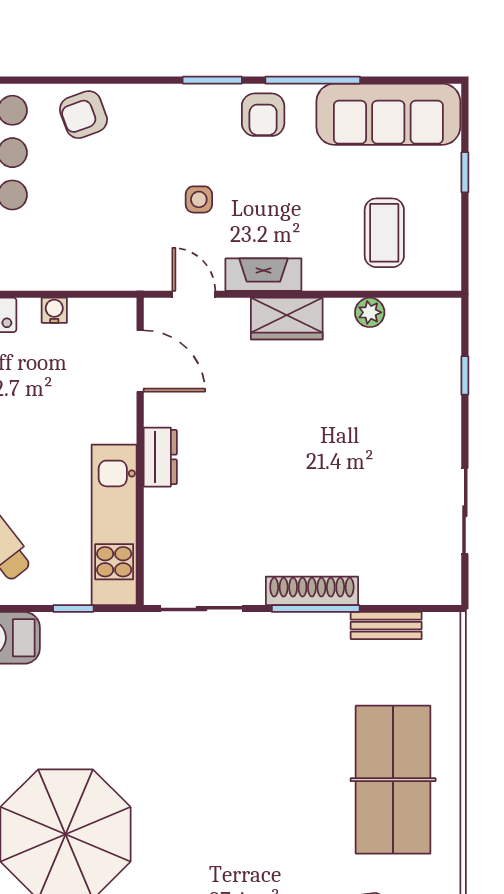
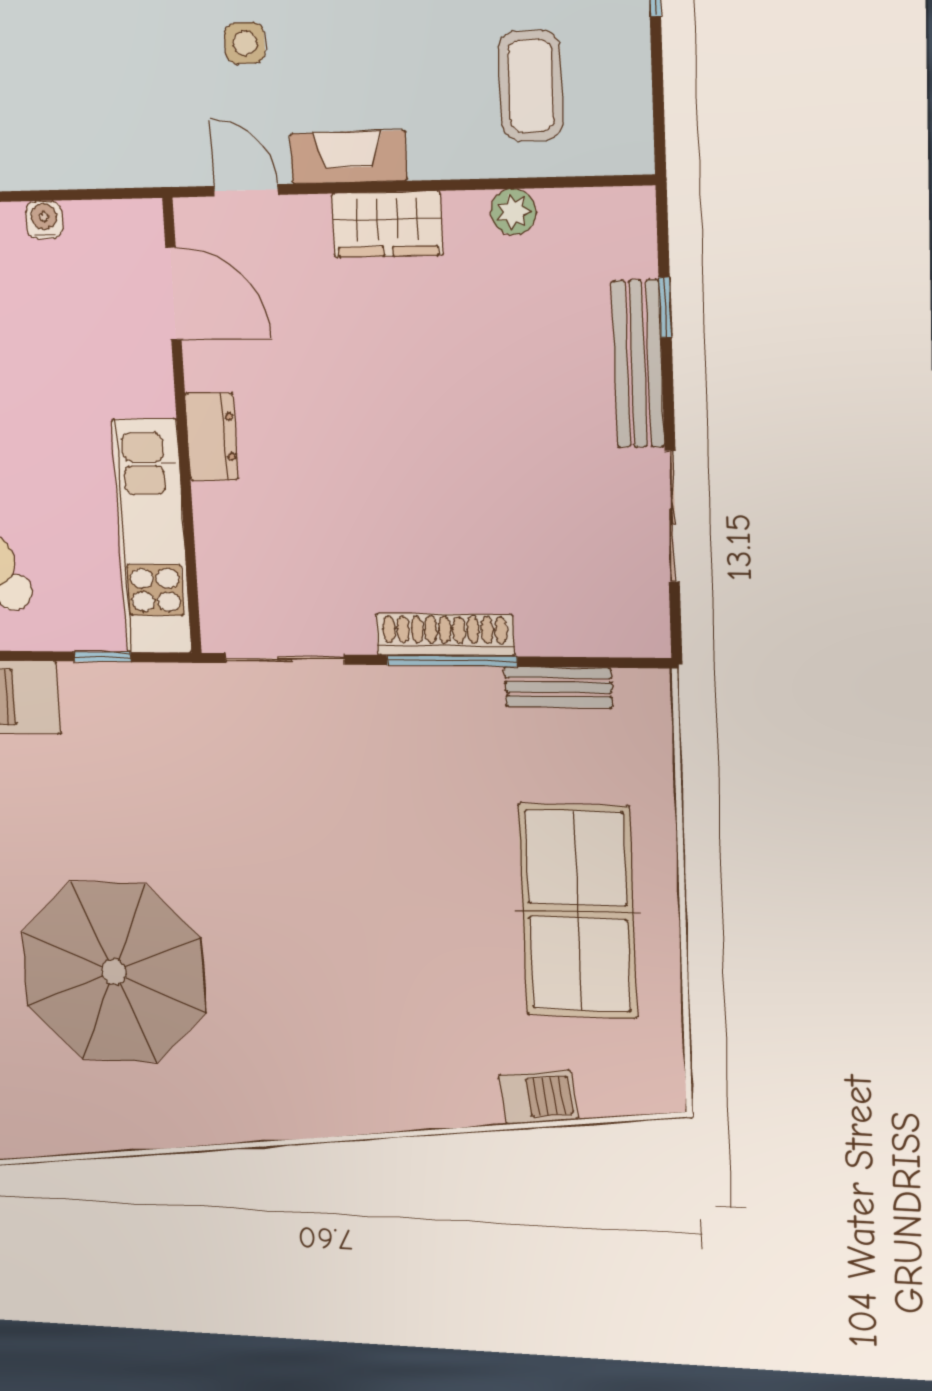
bench: (446, 412) -> (638, 364), added

